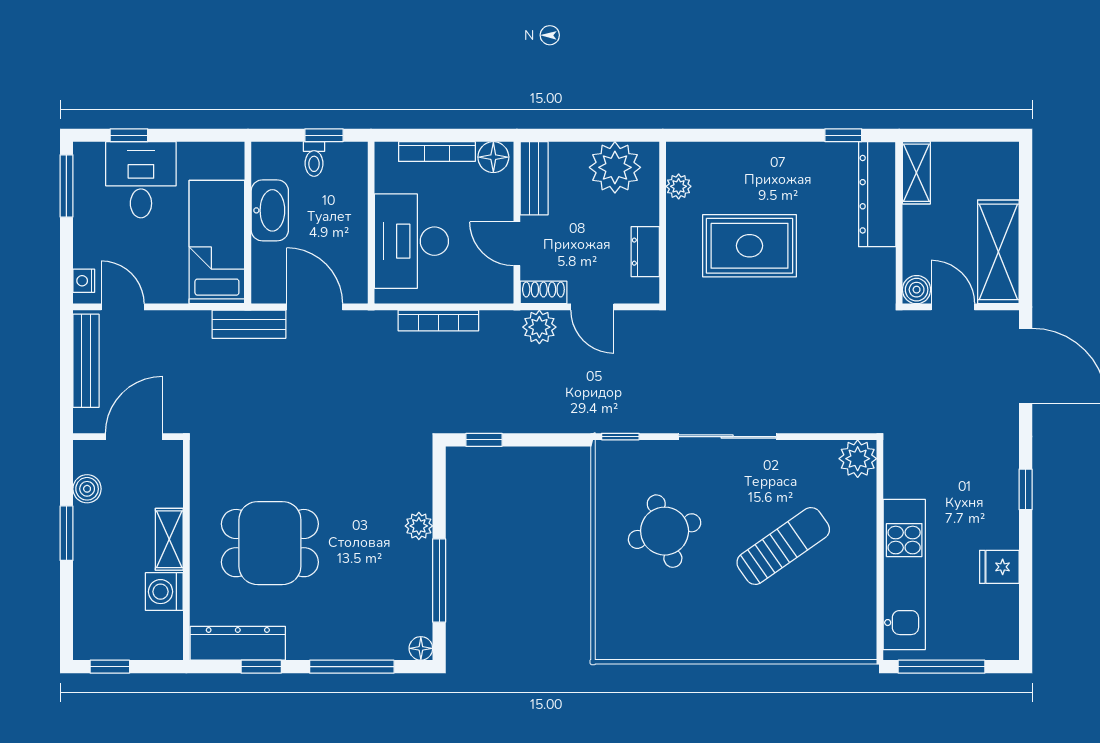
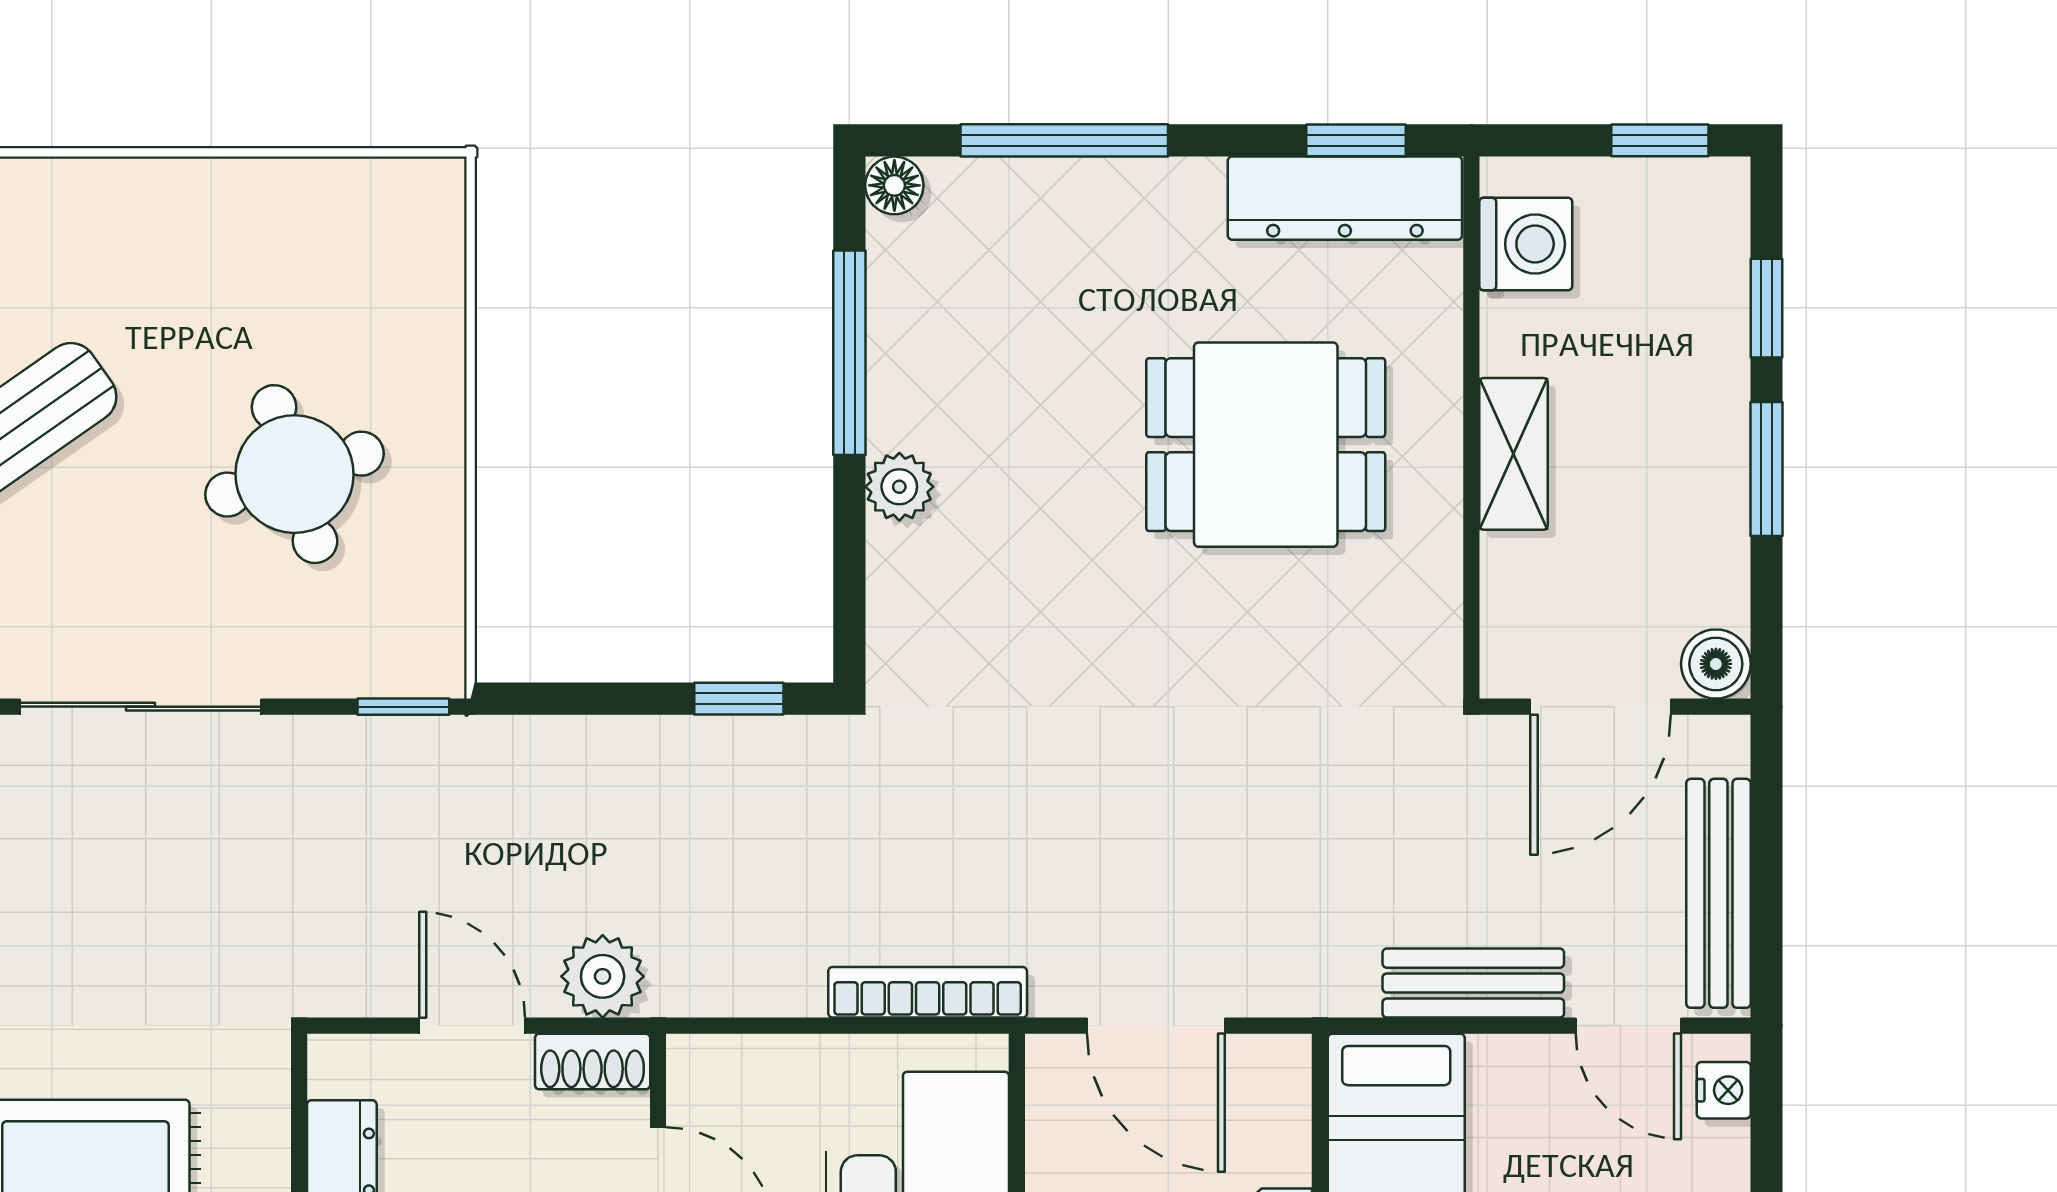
bookcase: (438, 321) -> (928, 992), moved
bench: (249, 324) -> (1473, 983), moved
boiler: (87, 489) -> (1716, 664), moved
washing machine: (164, 592) -> (1526, 244), moved
window: (66, 599) -> (1767, 308), added
window: (261, 667) -> (1356, 140), moved

